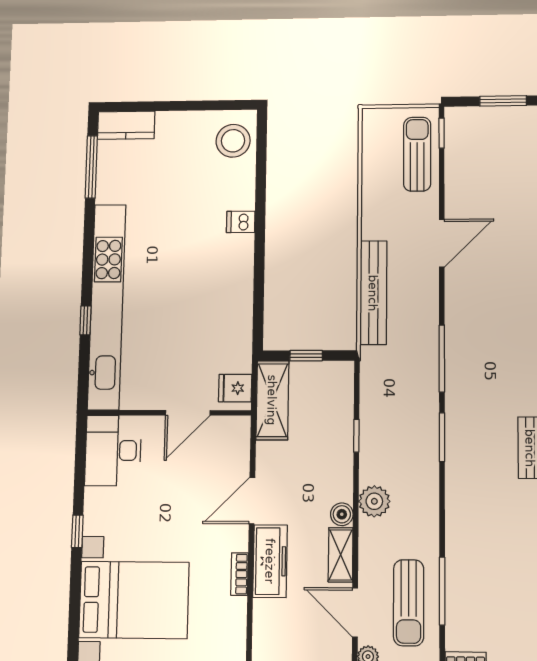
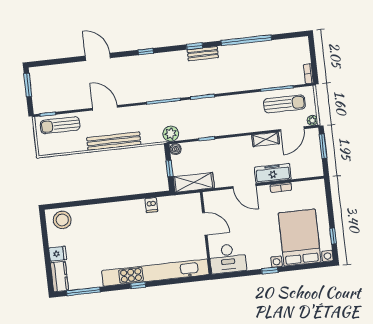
dishwasher: (241, 222) -> (151, 205), moved
bench: (373, 293) -> (114, 141), moved
window: (85, 320) -> (138, 285), moved
fridge: (235, 388) -> (58, 254), moved, turned -90
plant: (374, 501) -> (171, 134), moved
boiler: (342, 514) -> (175, 149), moved

